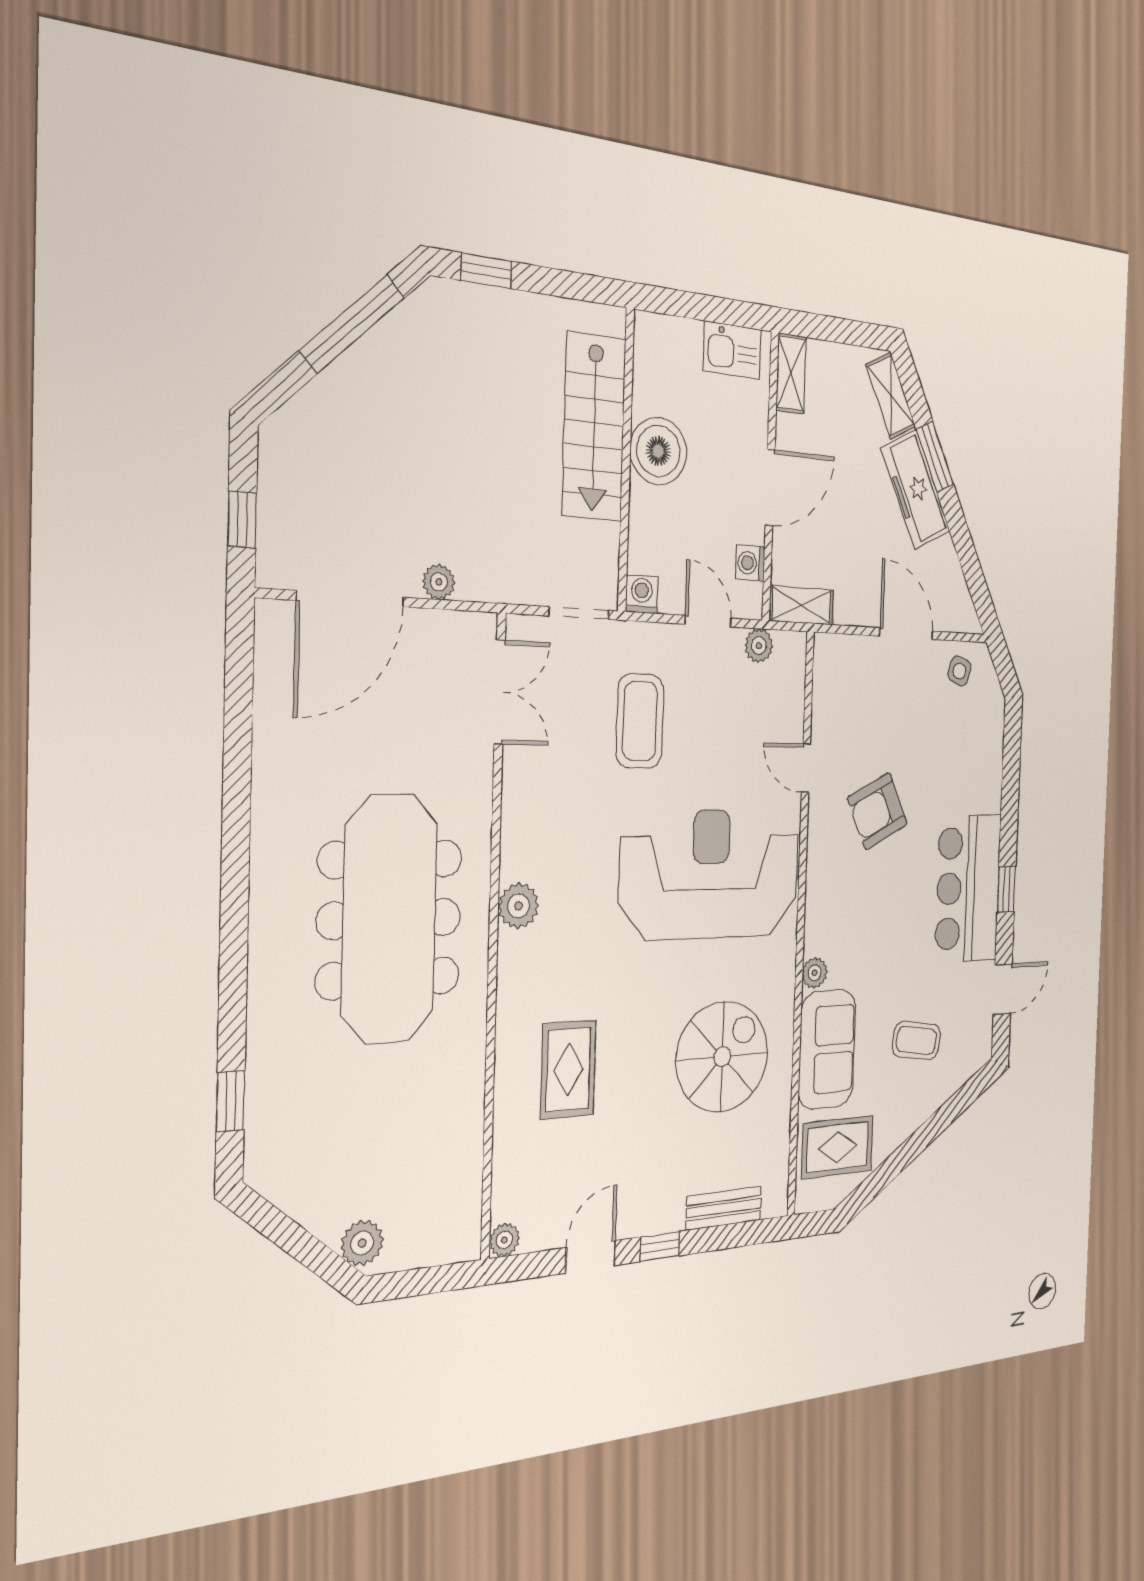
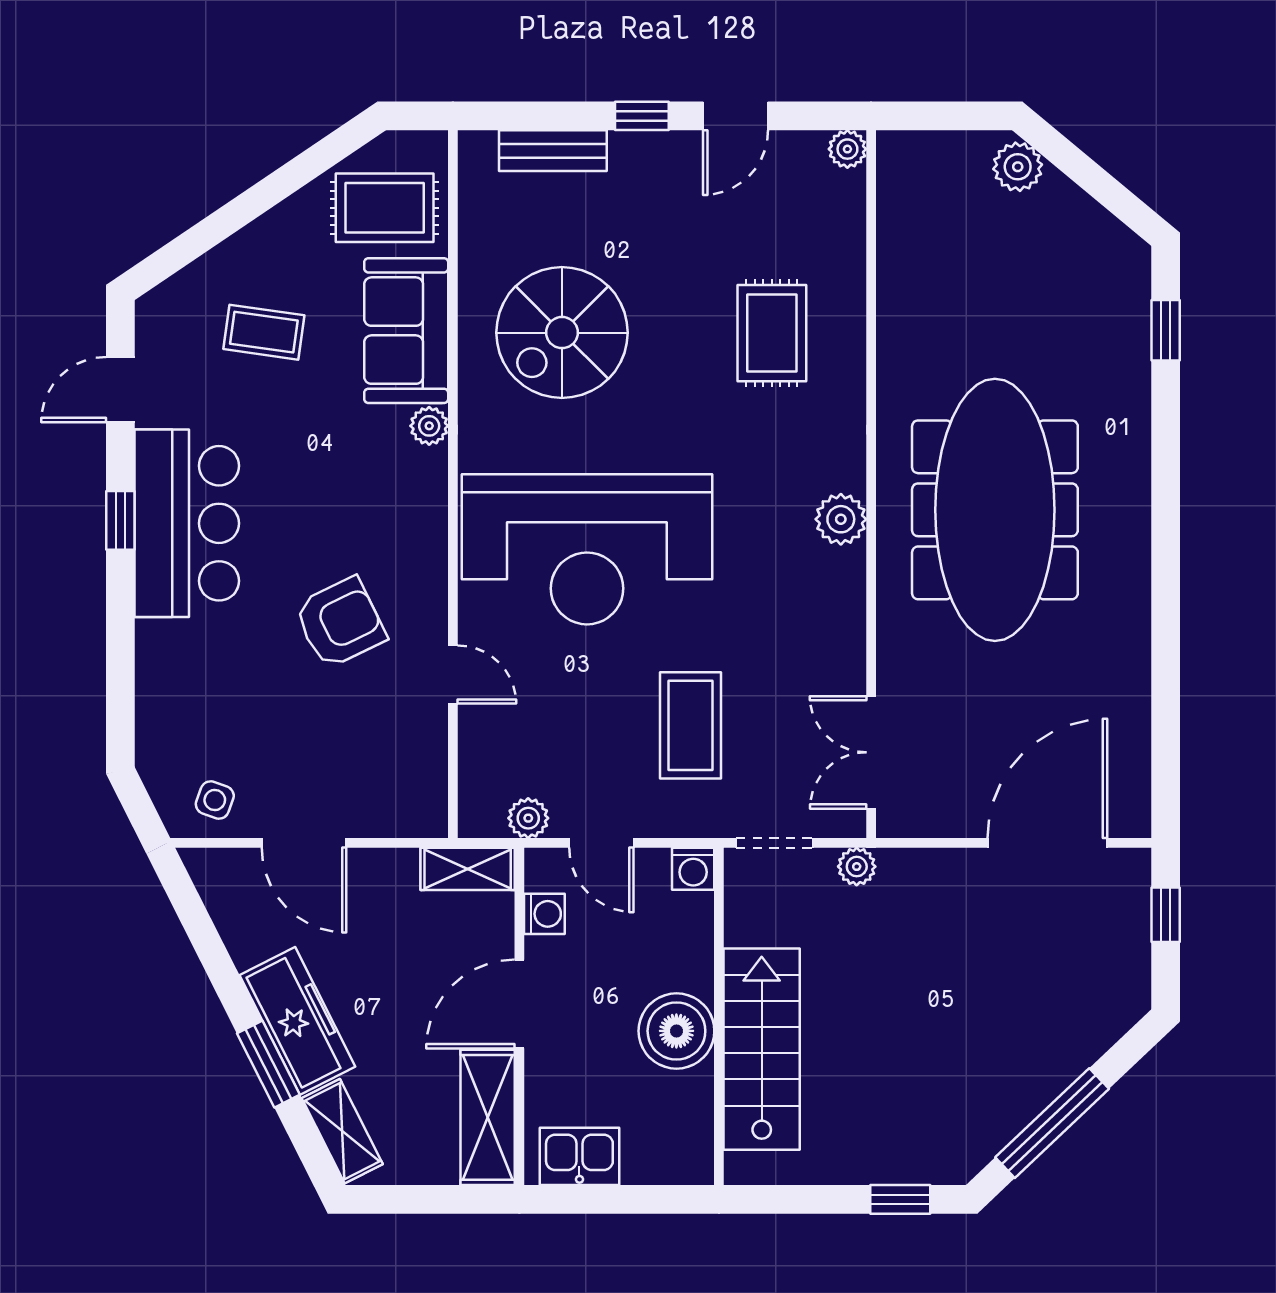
shelving: (791, 373) -> (488, 1117), width x1.50, depth x1.33
plant: (439, 582) -> (857, 867), moved

